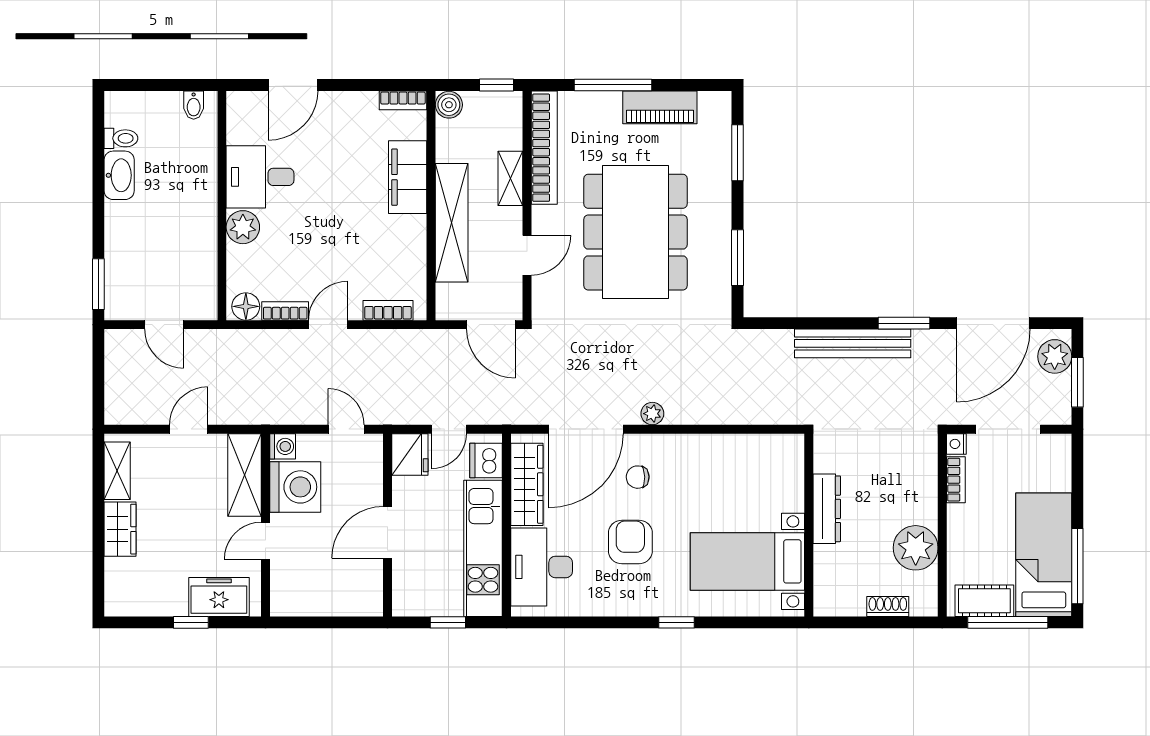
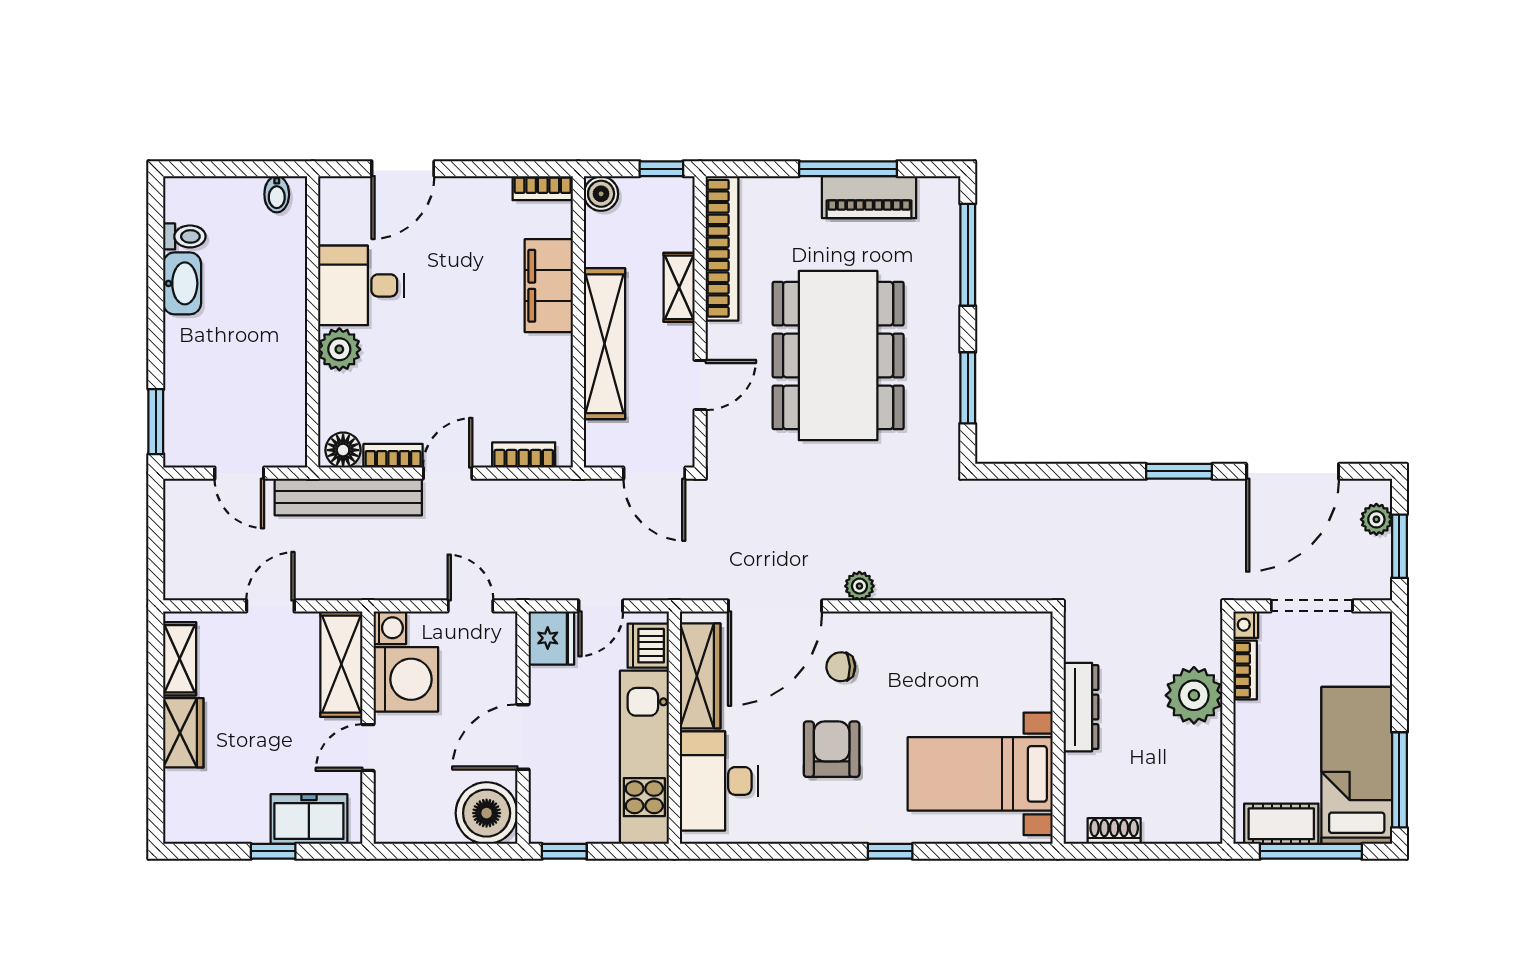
window: (613, 85) -> (848, 169), moved
window: (738, 153) -> (968, 255), width x1.44
bench: (853, 343) -> (348, 497), moved
plant: (1055, 356) -> (1376, 519), width x0.73, depth x0.73
plant: (916, 548) -> (1194, 695), moved
boiler: (359, 592) -> (487, 813), added
shoe rack: (888, 606) -> (1114, 831), moved
window: (448, 622) -> (564, 851), moved

